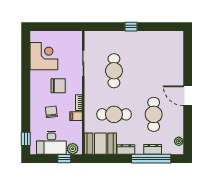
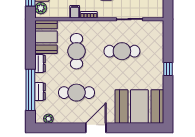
booth: (167, 54) -> (139, 107), added

